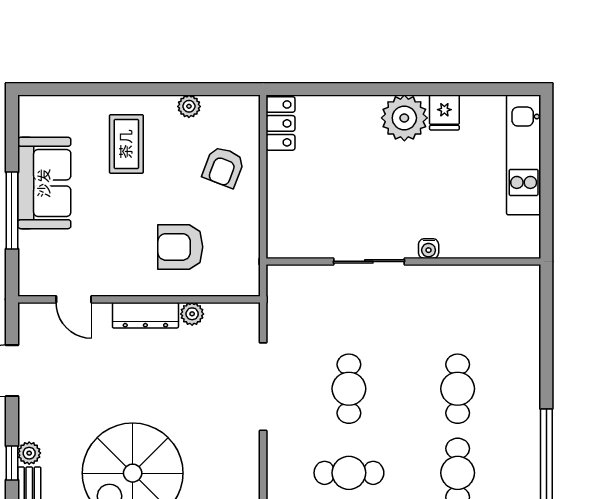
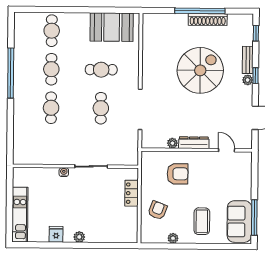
plant: (404, 118) -> (79, 237), width x0.53, depth x0.53
locker: (280, 123) -> (131, 193), moved
sofa: (44, 183) -> (239, 222), moved
window: (12, 210) -> (254, 217), moved

